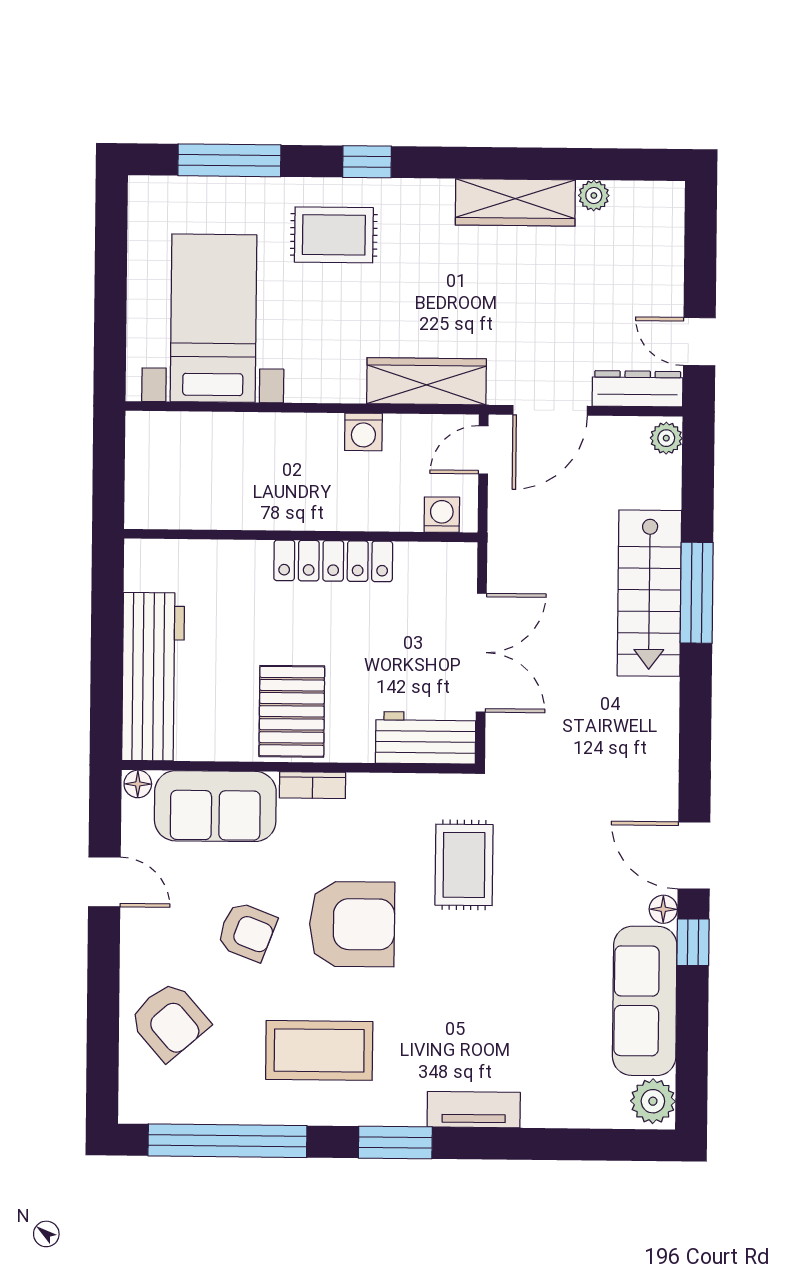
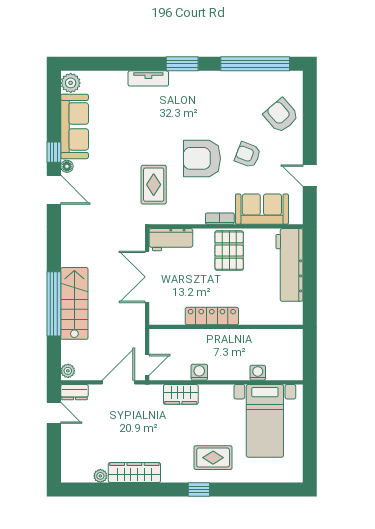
window: (229, 160) -> (259, 489), removed
wardrobe: (426, 381) -> (181, 394), width x0.67
dresser: (638, 389) -> (74, 392), width x0.70
washing machine: (442, 515) -> (258, 373), moved, turned 180
window: (697, 593) -> (54, 304), width x1.46
floor lamp: (138, 784) -> (296, 218), removed
coffee table: (319, 1050) -> (216, 103), removed

